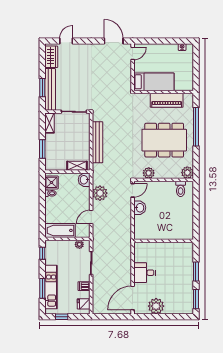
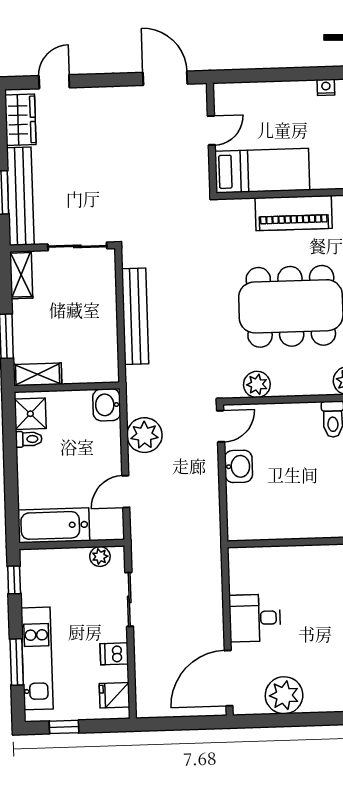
door: (133, 53) -> (211, 130), moved
shelving: (77, 166) -> (38, 374), moved

